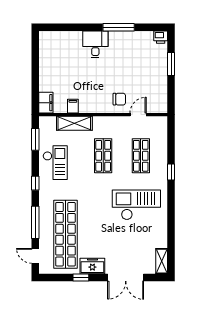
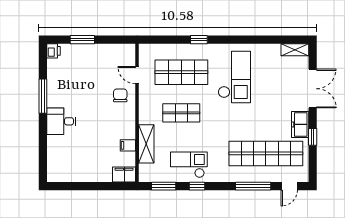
shop shelf: (141, 156) -> (181, 72), width x1.43, depth x1.36
window: (35, 183) -> (197, 186), moved
checkout: (136, 205) -> (234, 77), turned 180

